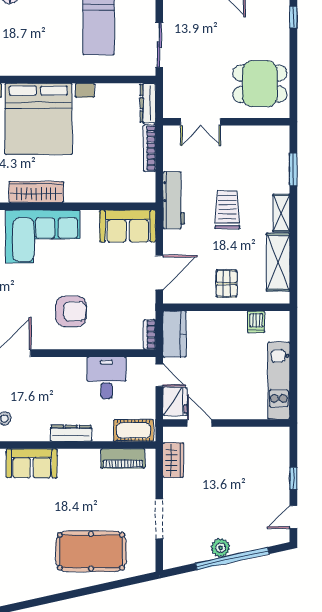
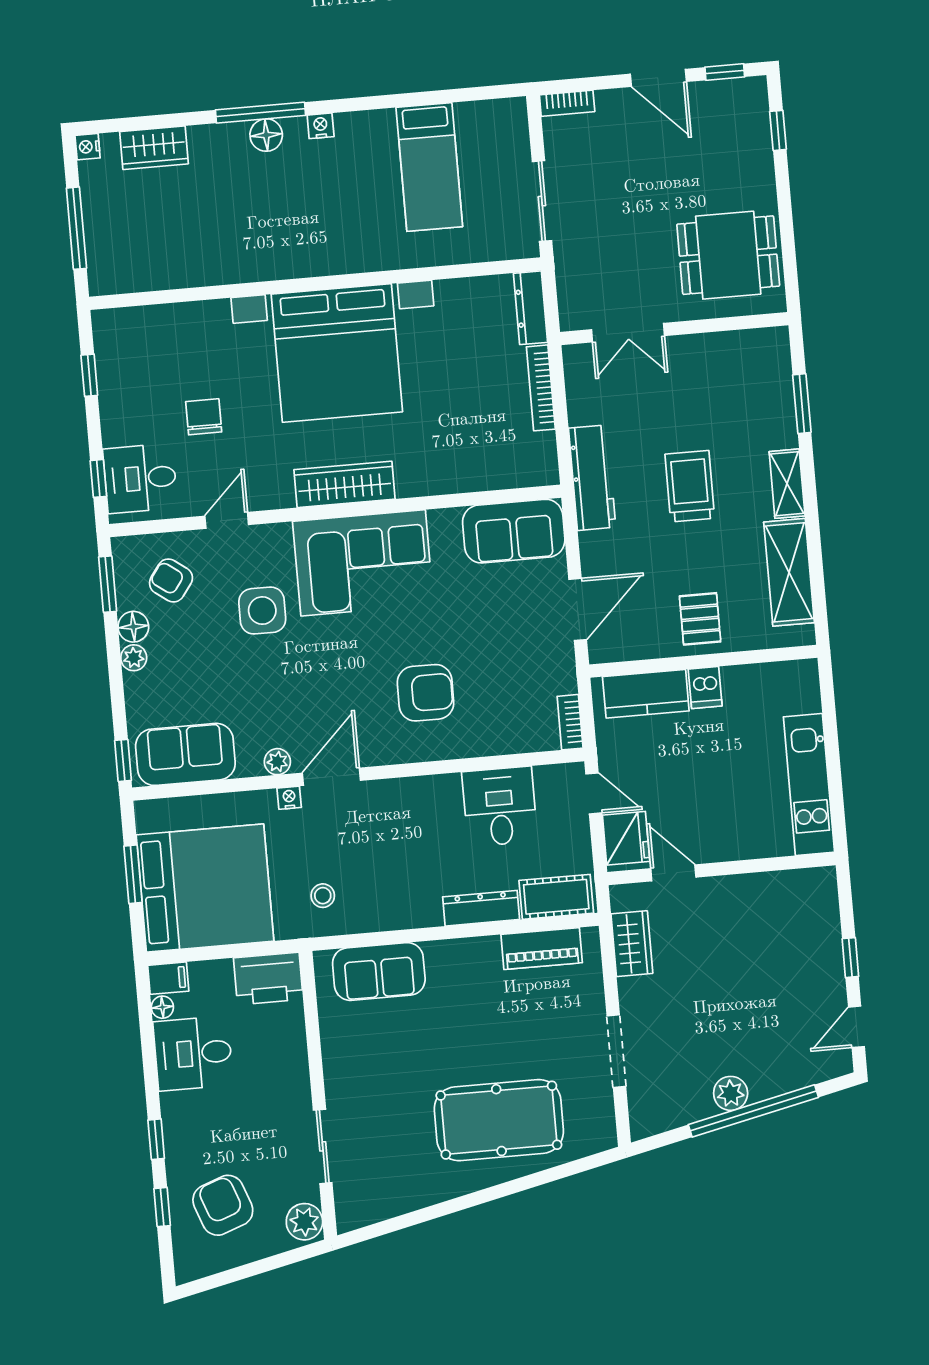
dishwasher: (256, 322) -> (705, 688), moved
kitchen counter: (175, 334) -> (646, 694), moved, turned 90
dresser: (71, 433) -> (481, 908), moved

